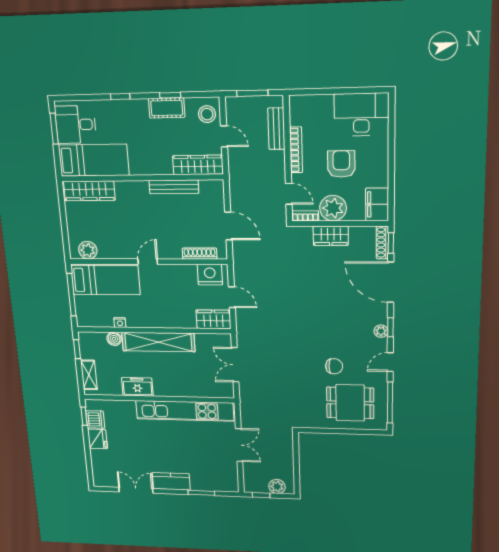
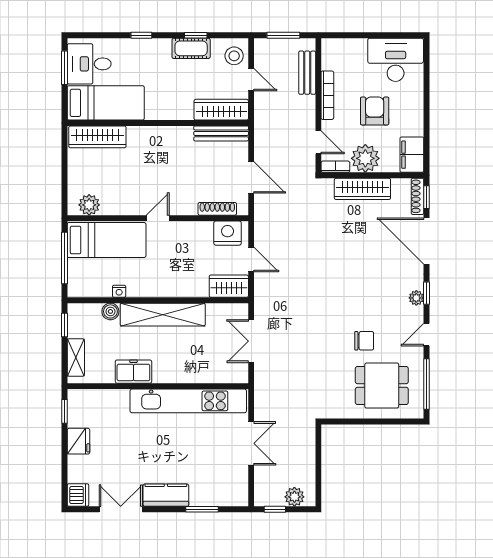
bench: (174, 187) -> (221, 133), moved
wardrobe: (331, 236) -> (362, 189), width x1.50
dishwasher: (95, 419) -> (78, 495), moved

